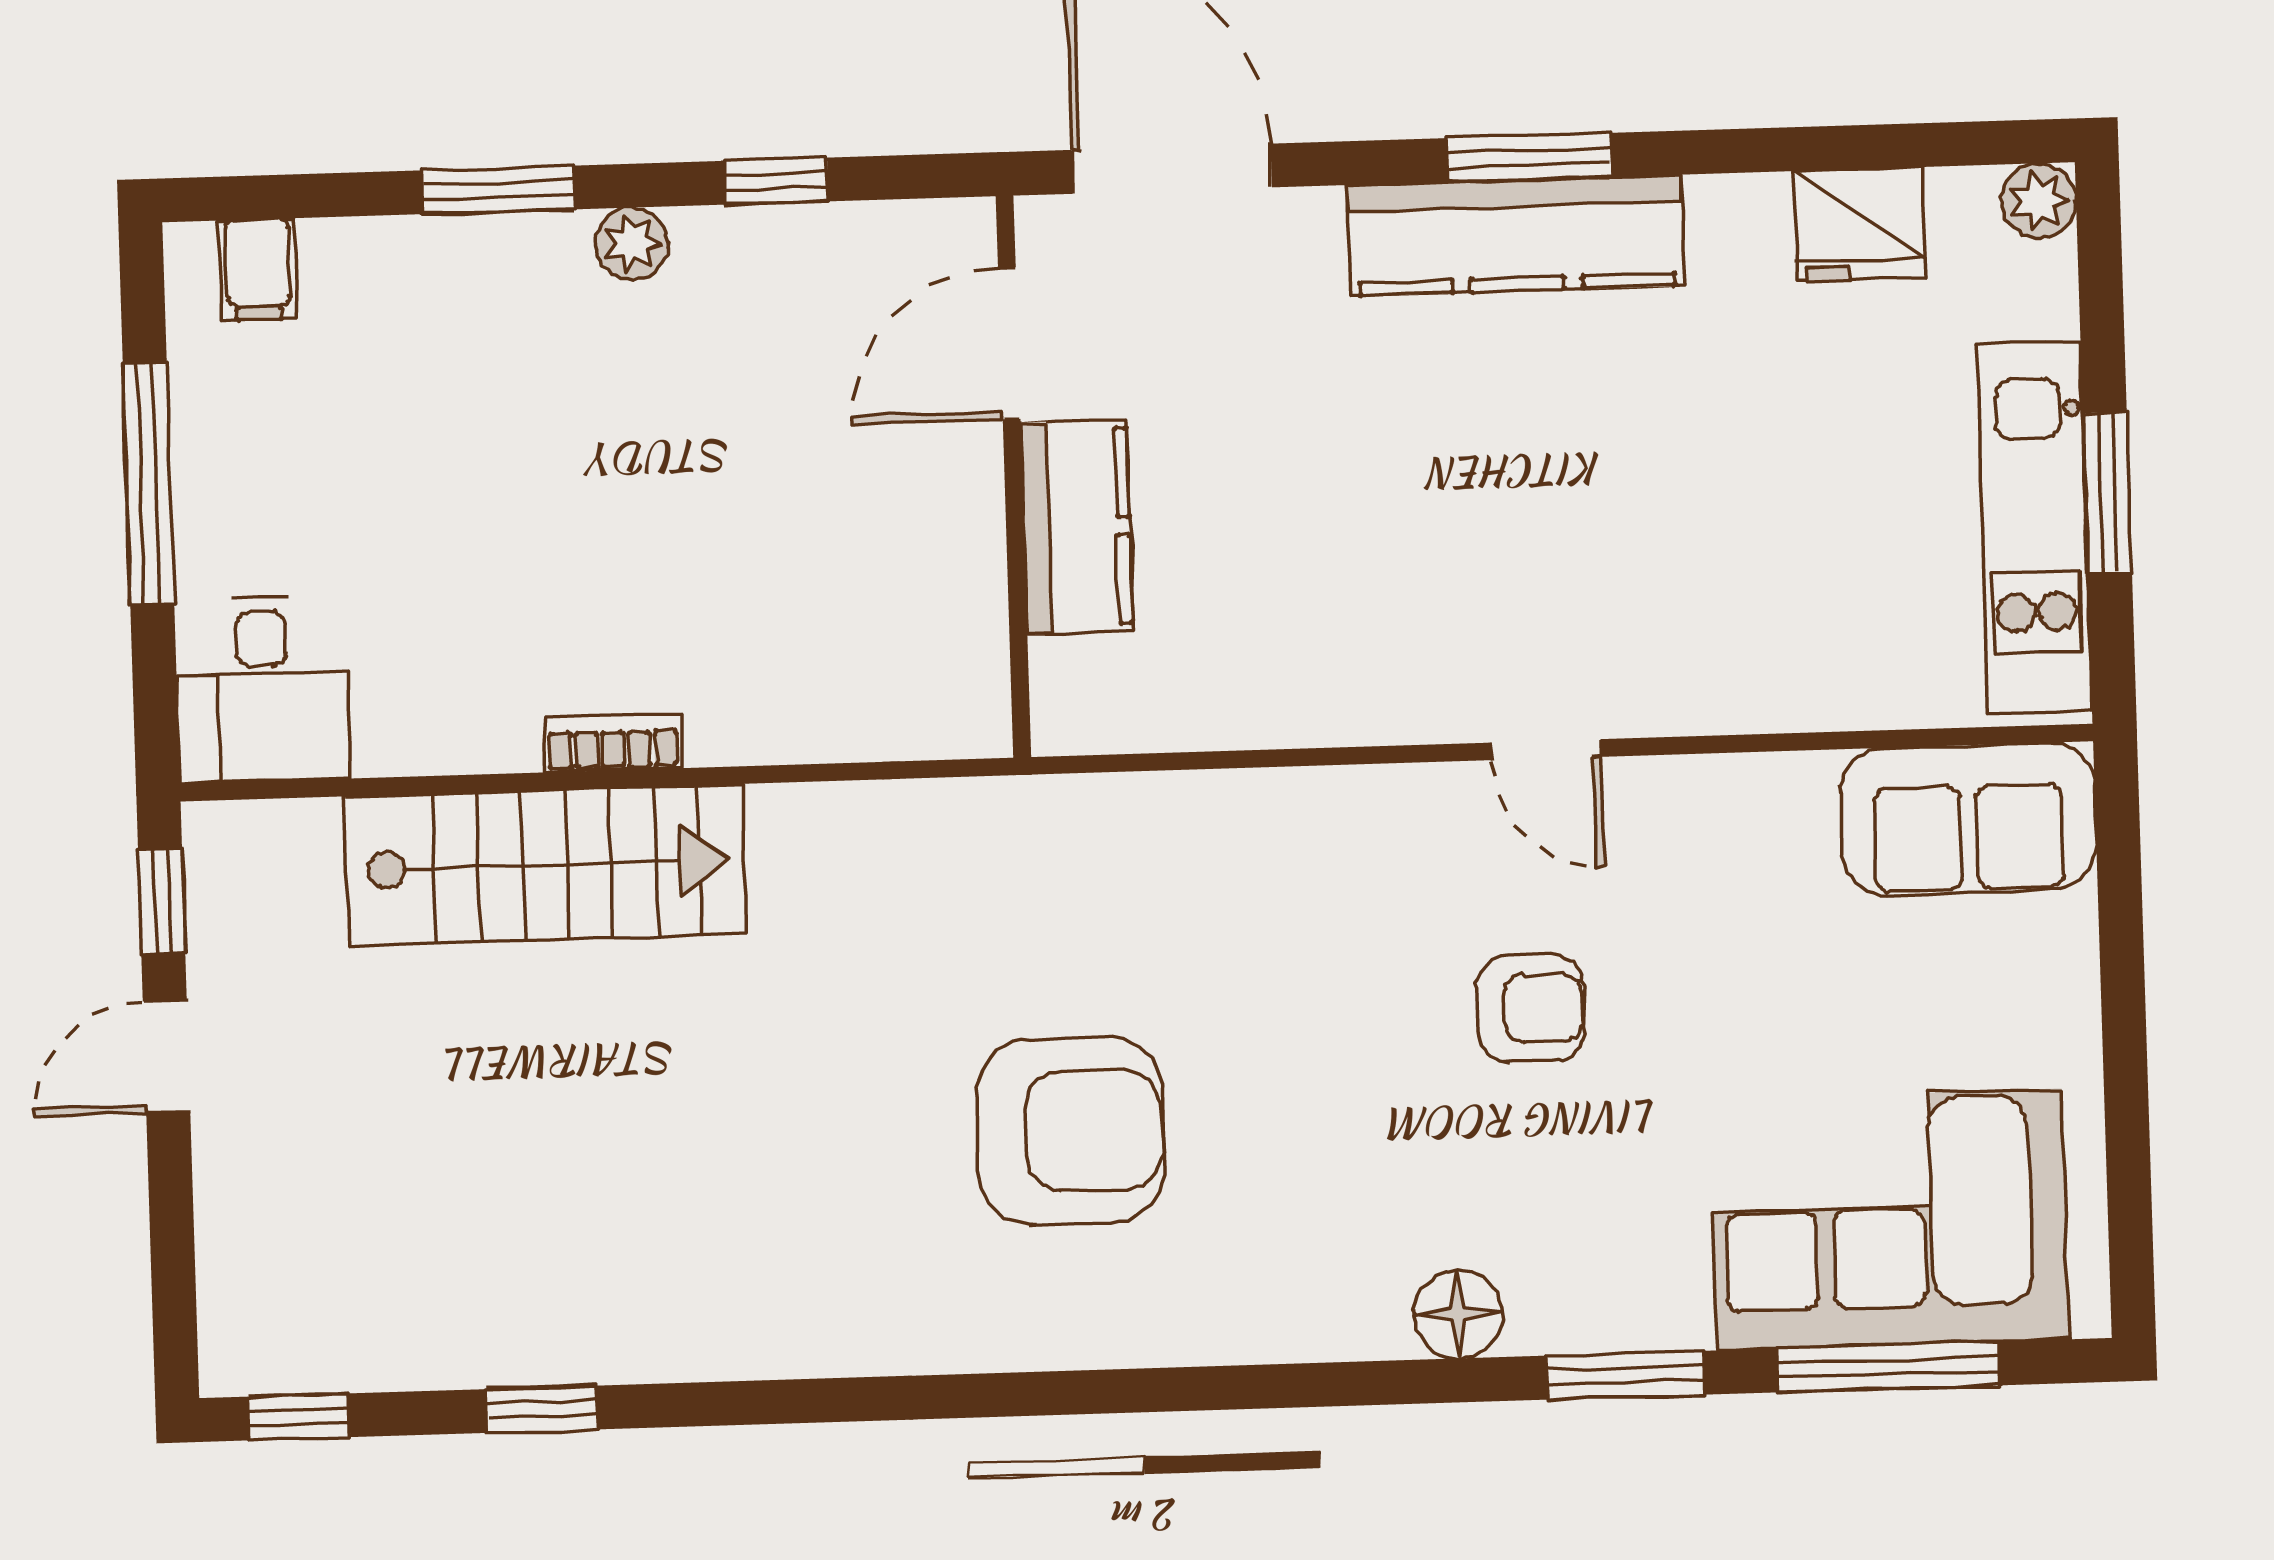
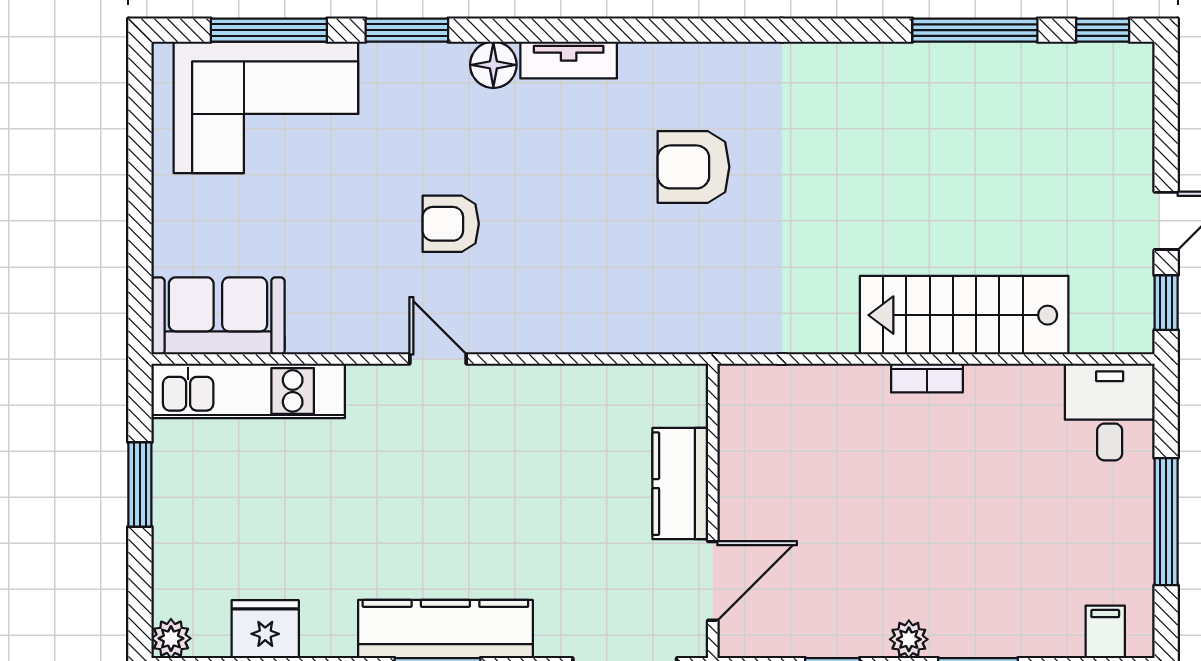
kitchen unit: (2034, 527) -> (248, 391), moved, turned 90
armchair: (1071, 1131) -> (693, 167), width x0.73, depth x0.73
tv unit: (1315, 1328) -> (569, 60), added
window: (542, 1409) -> (975, 30), width x2.17

